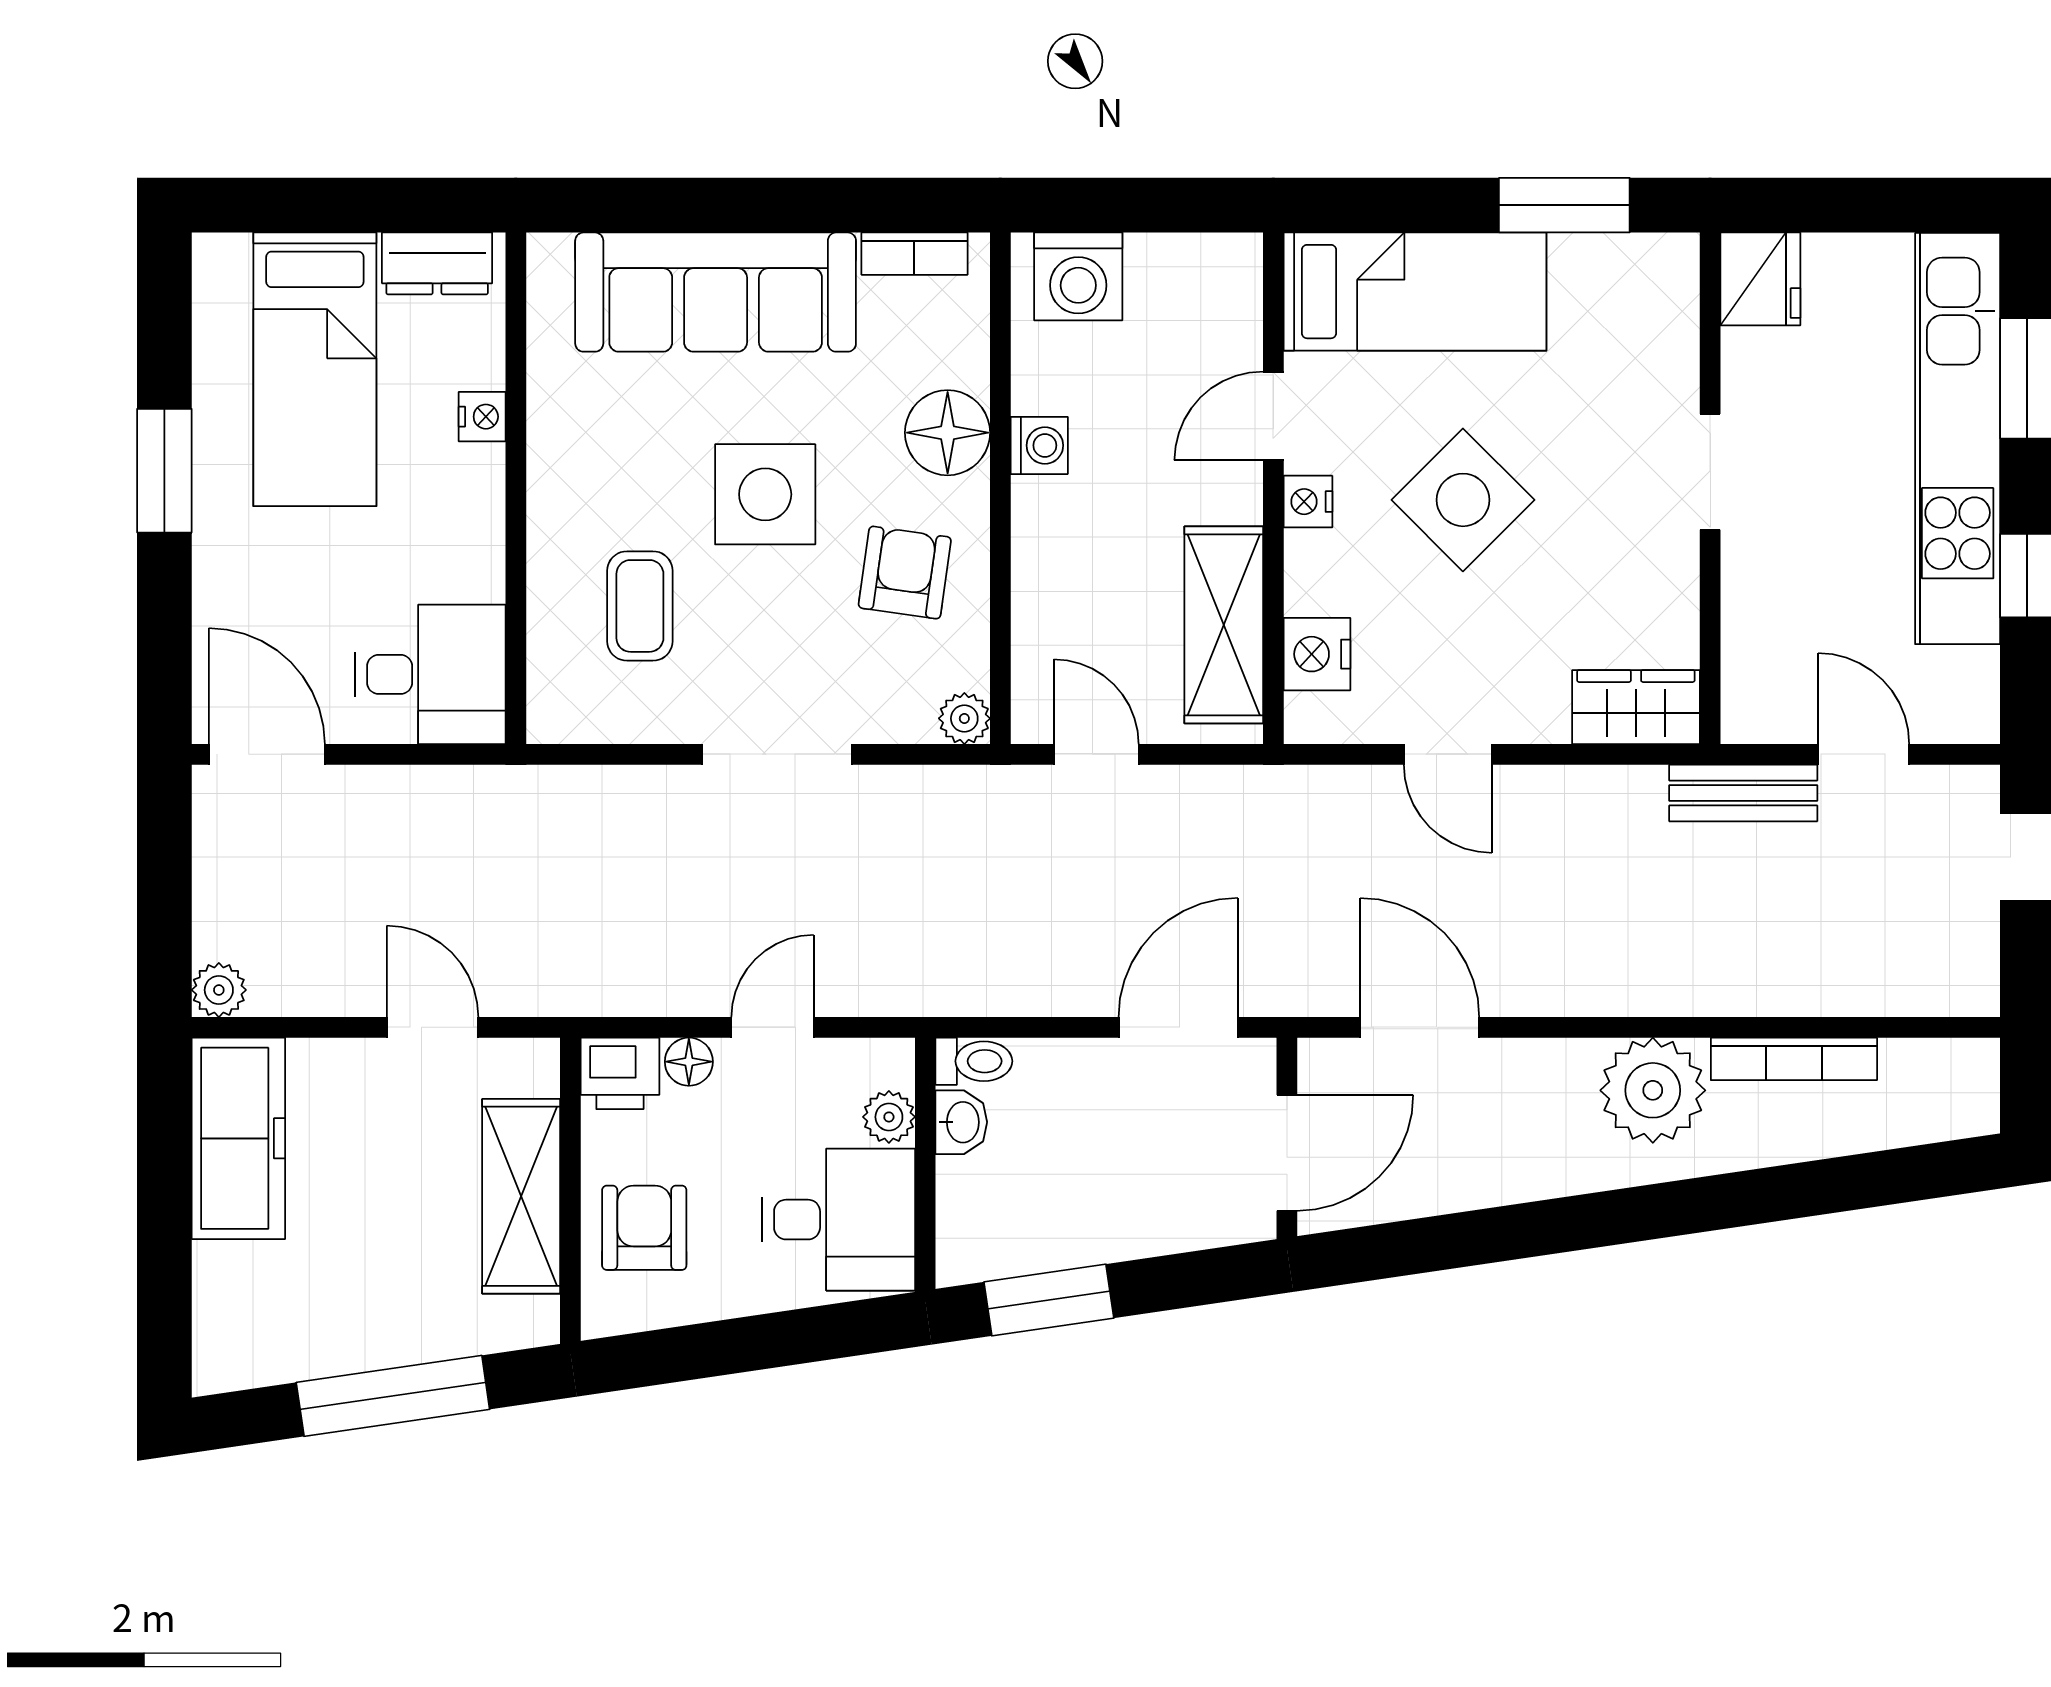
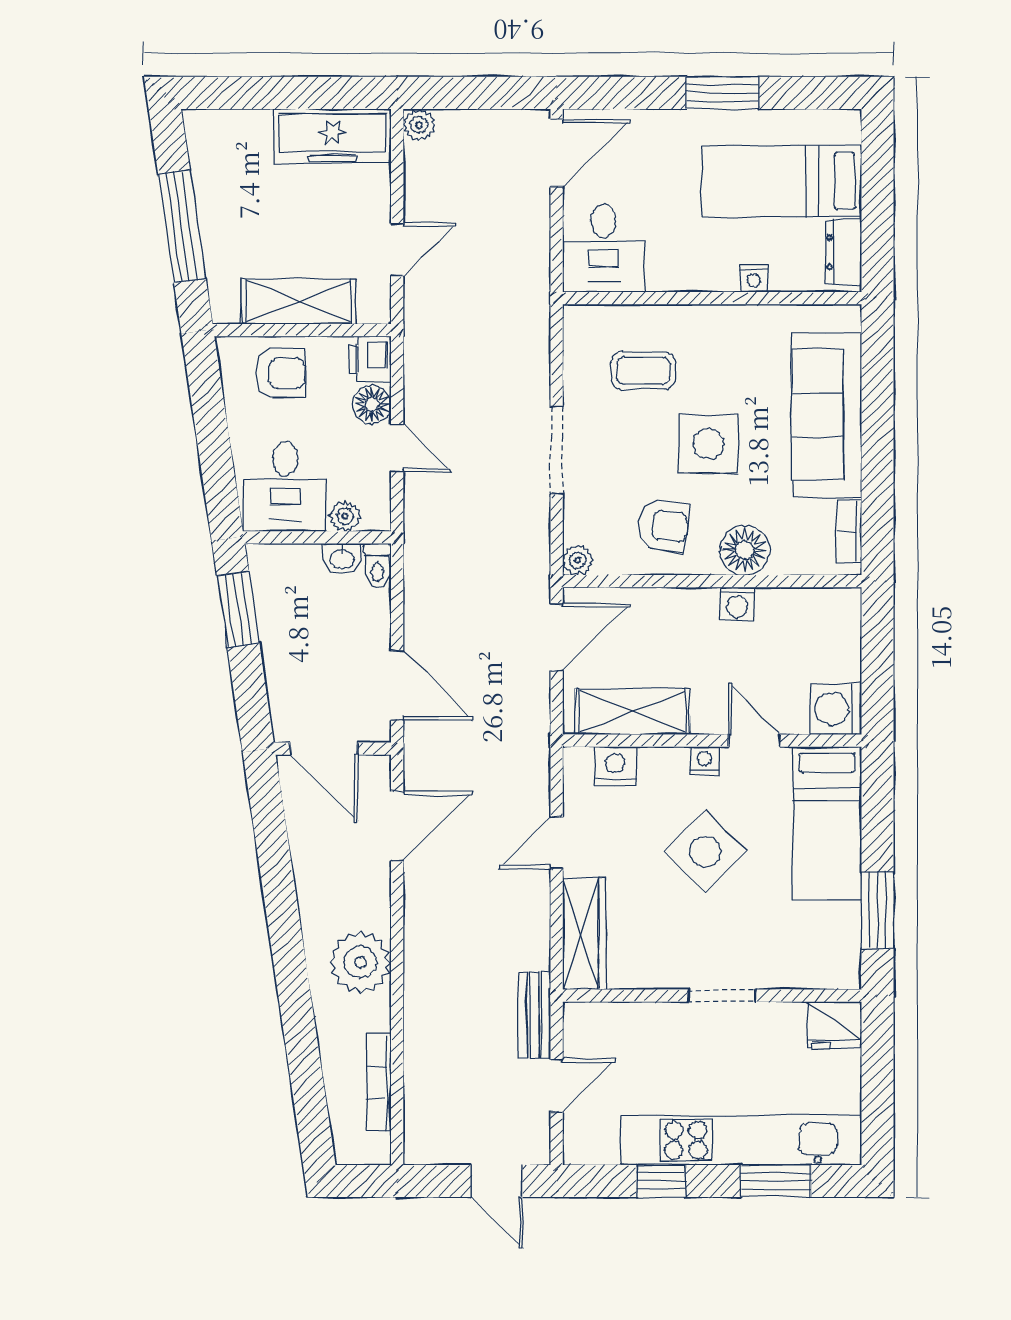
washing machine: (1078, 276) -> (836, 709), moved
wardrobe: (1636, 707) -> (584, 934), width x1.50
door: (1096, 754) -> (557, 637), width x1.37
bookcase: (1794, 1059) -> (379, 1083), moved
floor lamp: (689, 1062) -> (372, 404), width x1.37, depth x1.37

